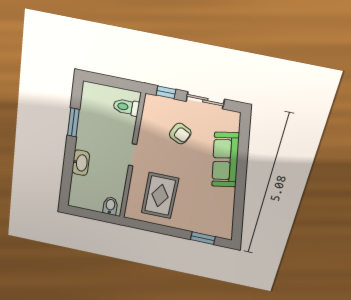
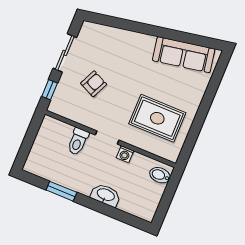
toilet: (126, 107) -> (78, 141), moved
sofa: (225, 160) -> (184, 55), moved
washing machine: (121, 173) -> (125, 154), added
window: (203, 238) -> (215, 81), removed

